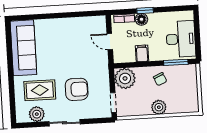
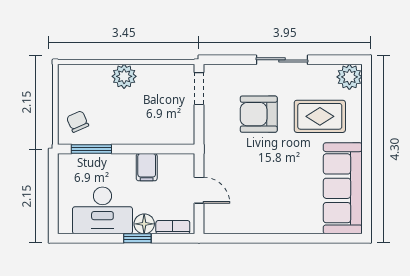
desk: (181, 39) -> (102, 210), moved, turned -90
plant: (125, 78) -> (177, 127), removed
chair: (160, 79) -> (78, 122), moved
plant: (37, 114) -> (349, 77), moved

